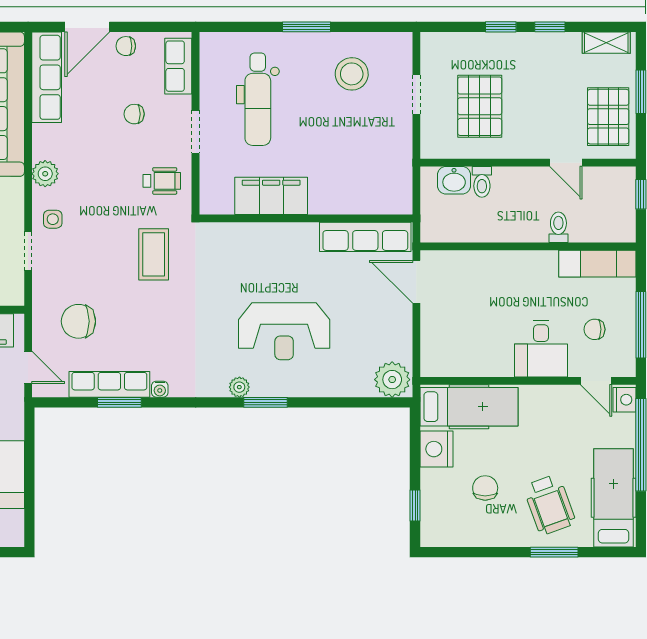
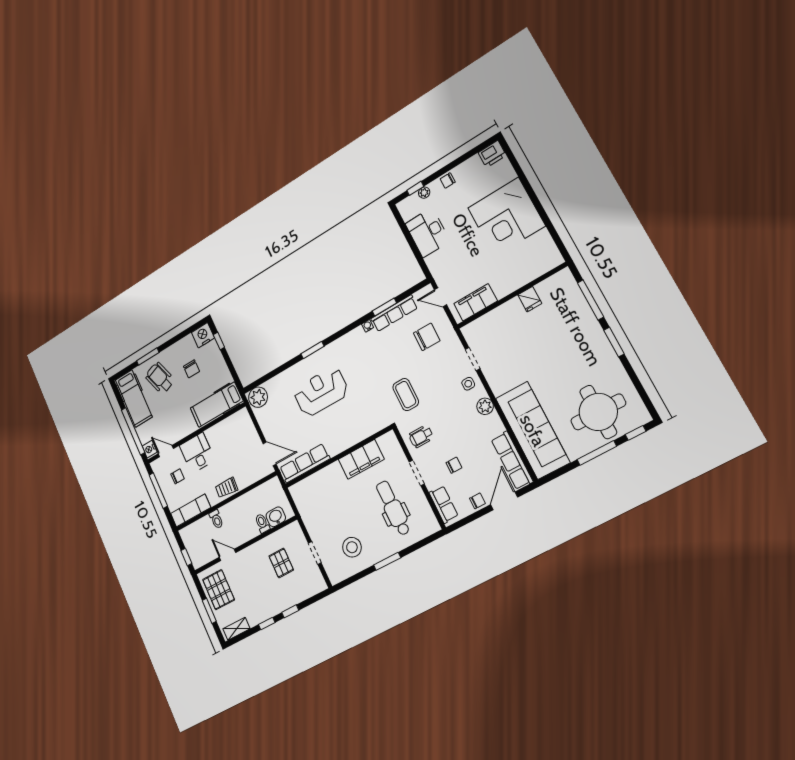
pallet: (480, 106) -> (281, 563), width x0.67, depth x0.71
trolley: (516, 267) -> (226, 488), added
plant: (239, 387) -> (329, 350), removed
nightstand: (436, 449) -> (203, 335), moved, turned -90

